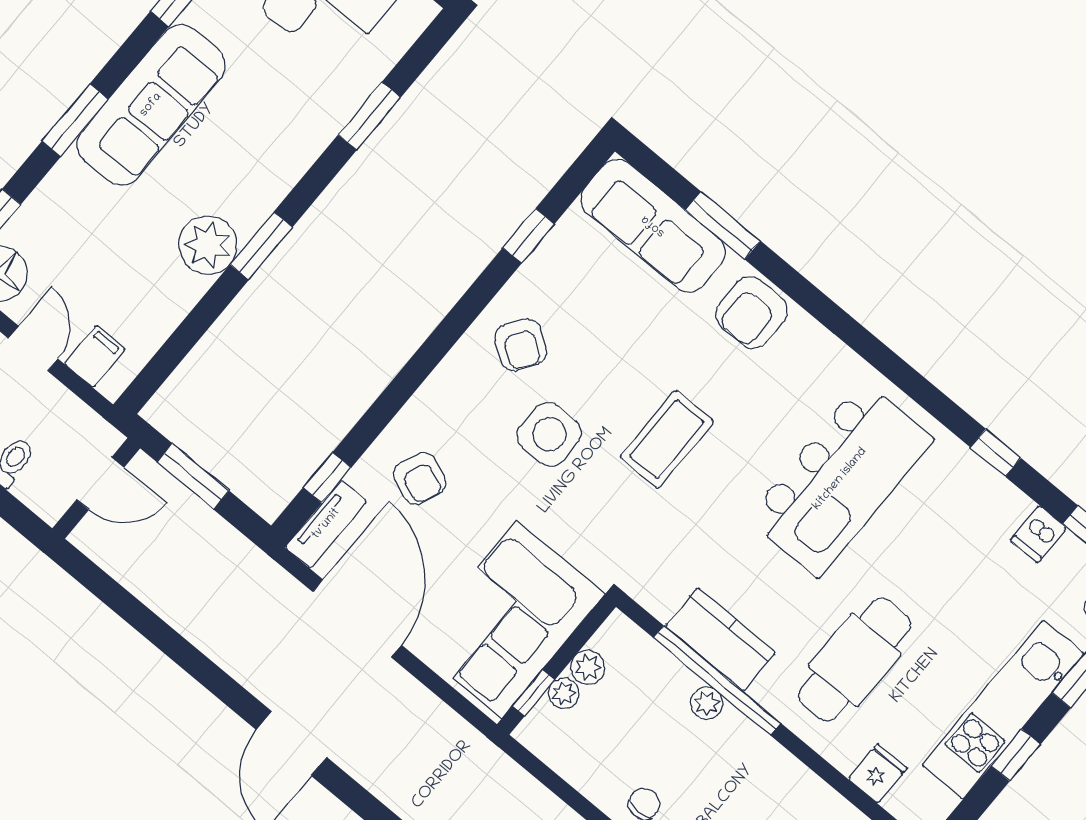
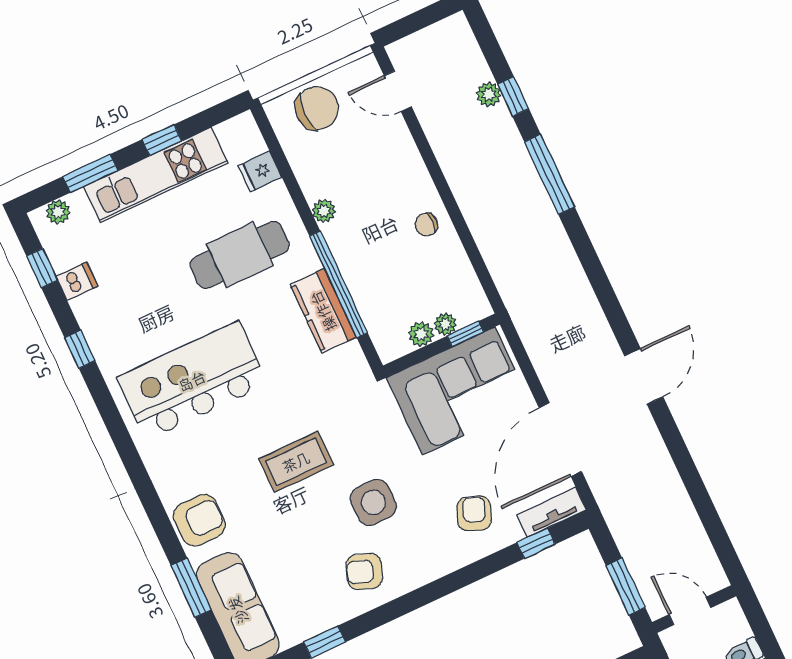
armchair: (521, 345) -> (364, 572), turned -105
plant: (707, 703) -> (324, 211), moved

